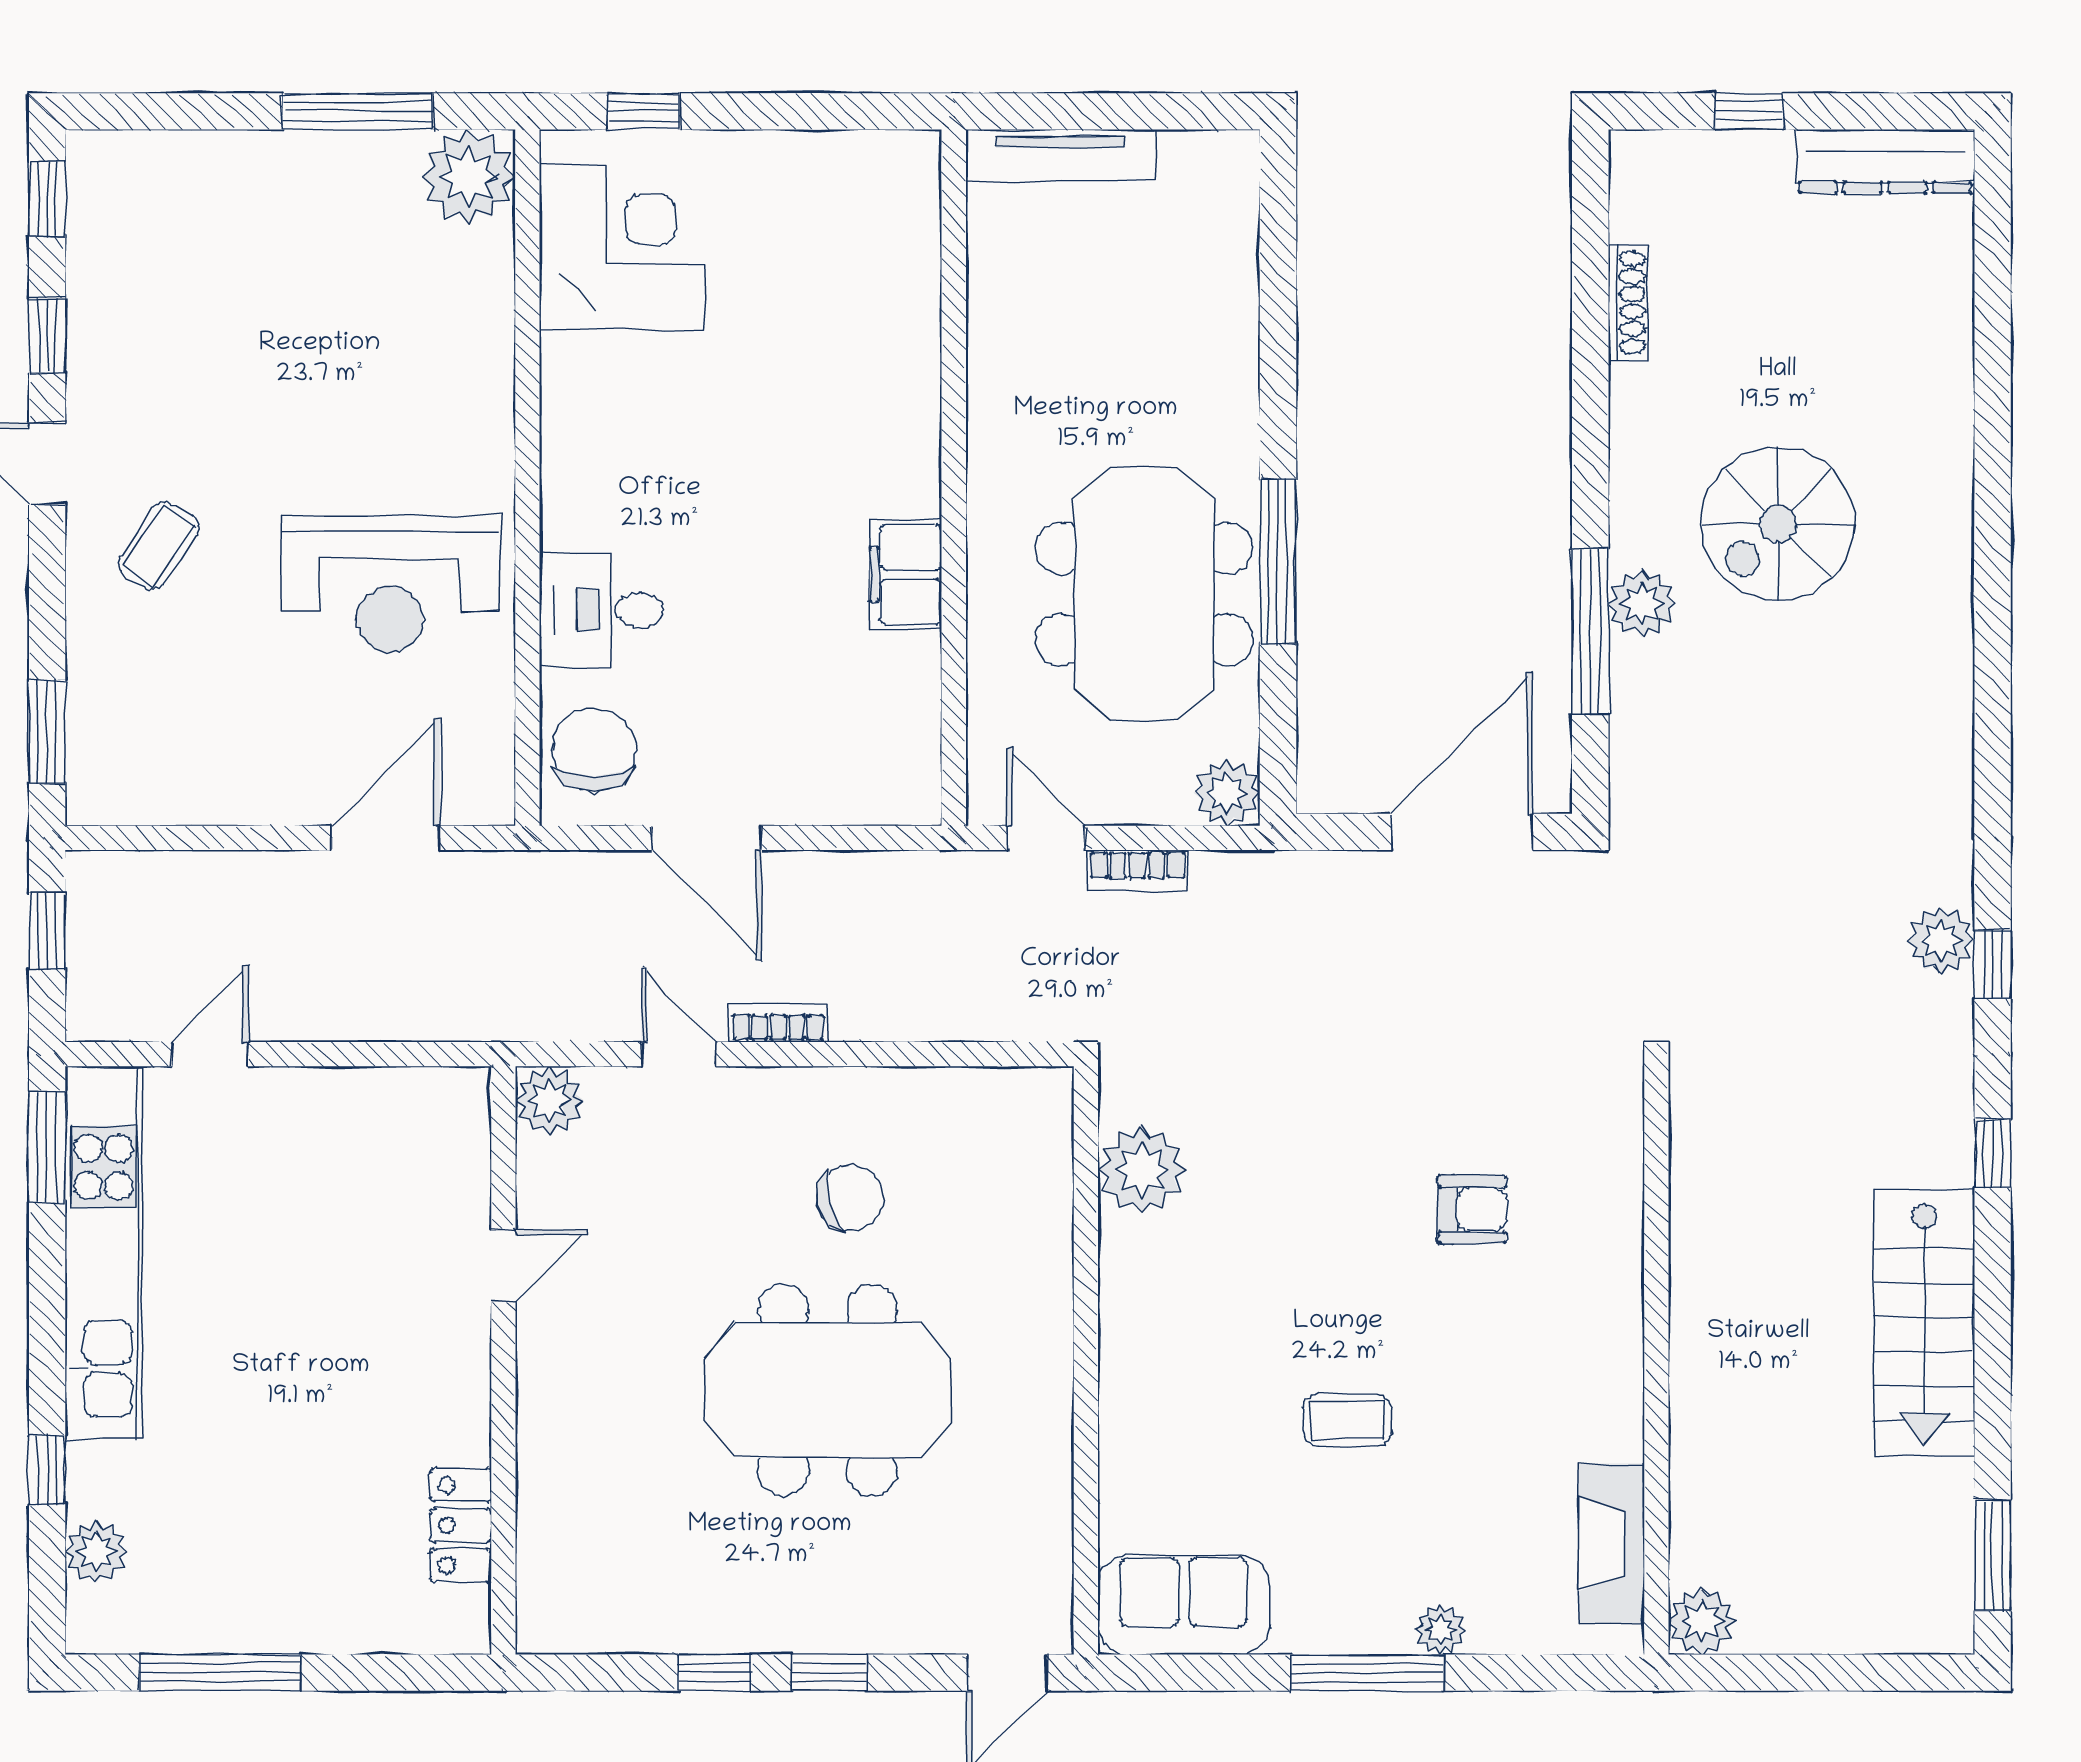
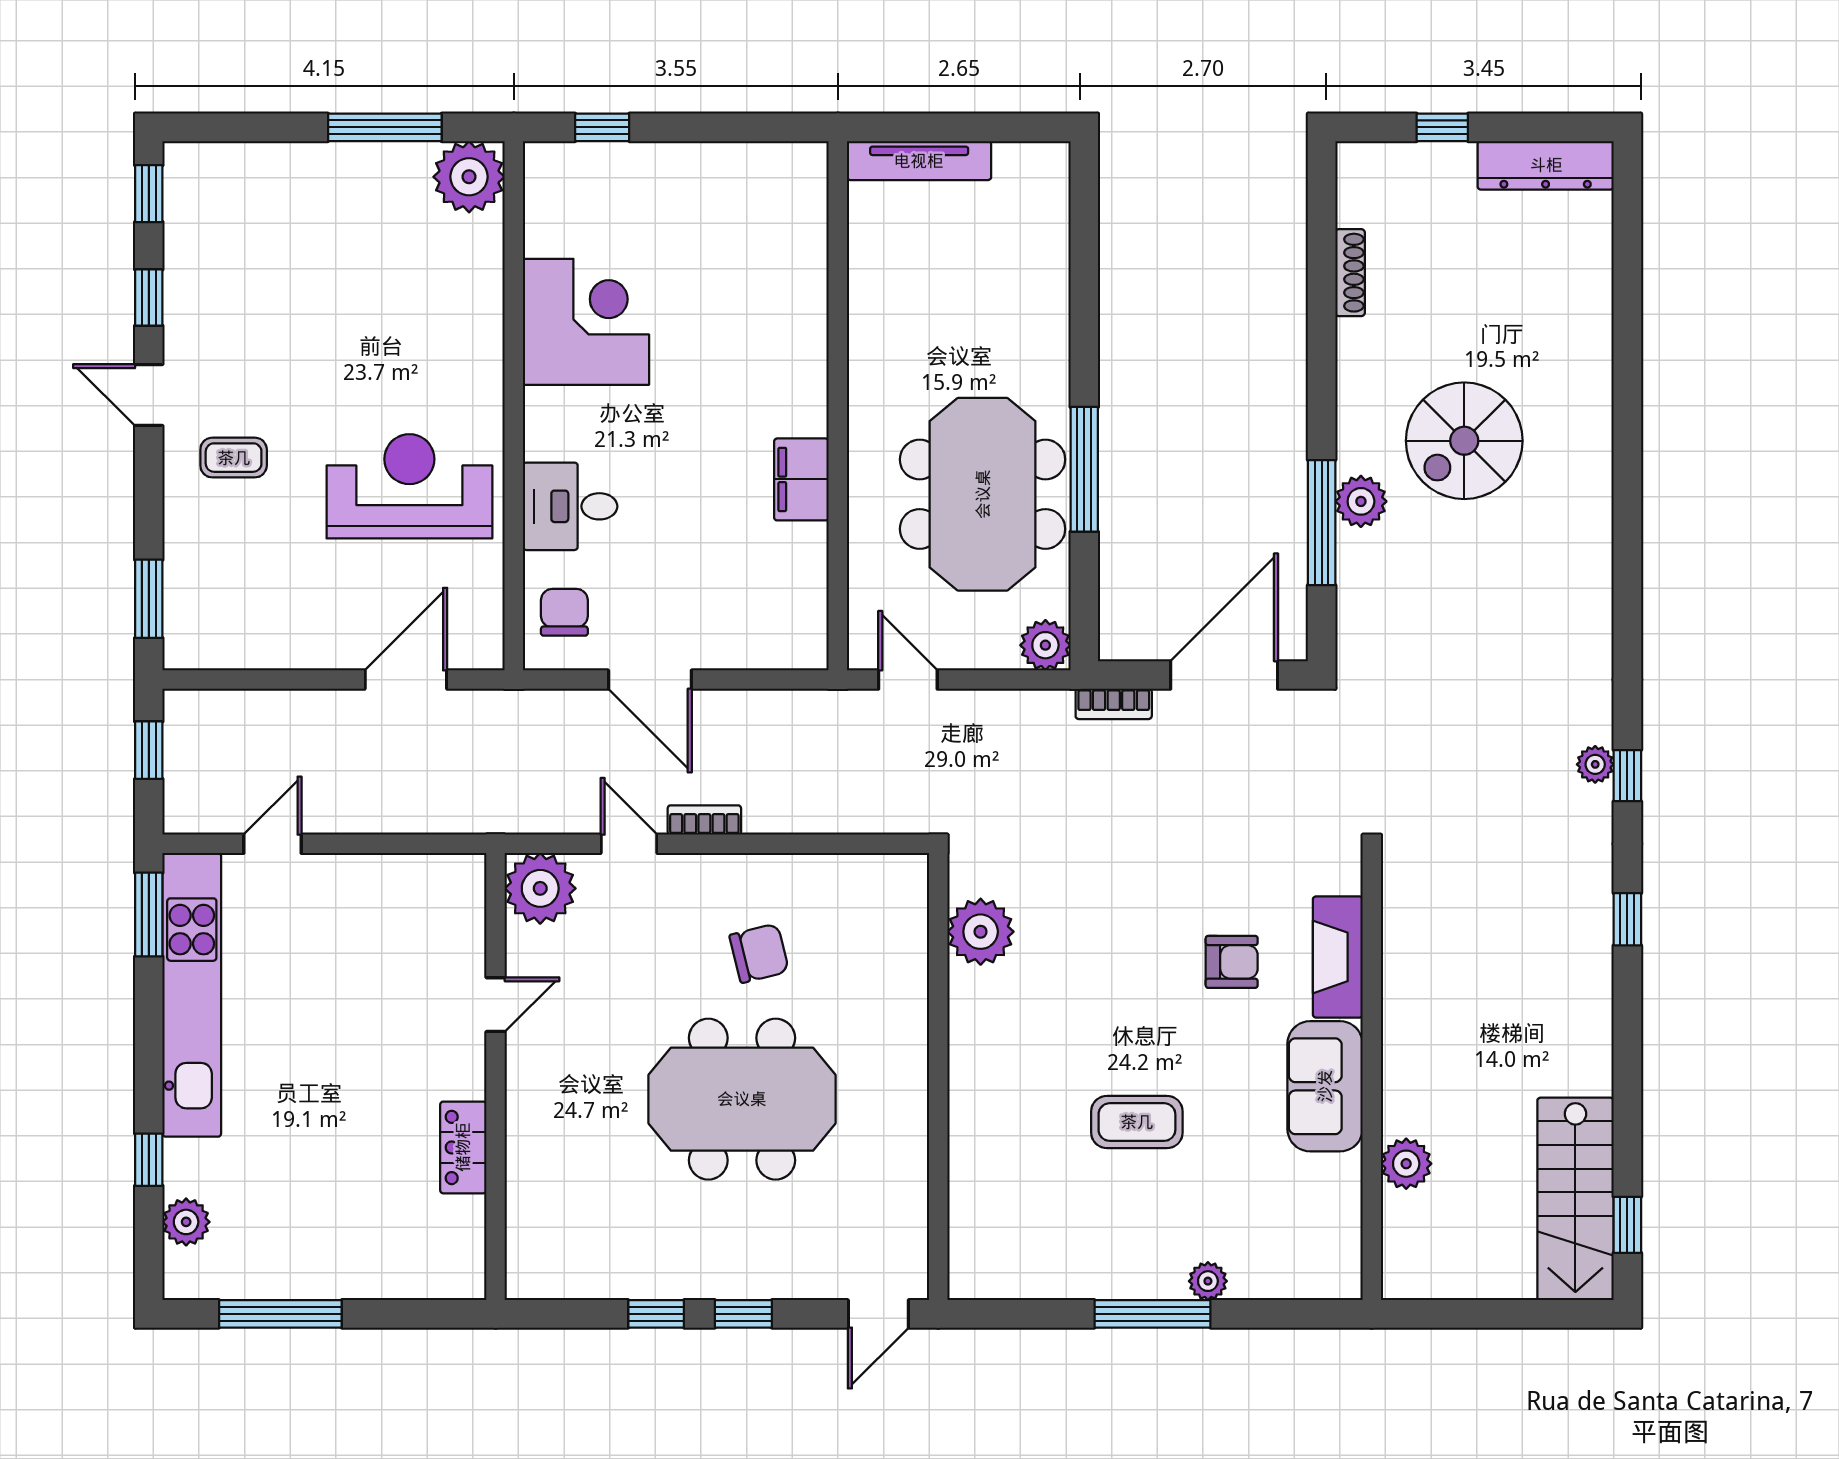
corner desk: (622, 248) -> (586, 322), moved
coffee table: (159, 546) -> (234, 458), turned 56
reception desk: (390, 584) -> (409, 486), turned 180
chair: (594, 750) -> (564, 612), width x0.73, depth x0.73
bookcase: (1137, 870) -> (1114, 704), moved
plant: (1941, 941) -> (1595, 764), width x0.73, depth x0.73
plant: (550, 1100) -> (540, 888), width x1.36, depth x1.36
stairs: (1924, 1323) -> (1575, 1199), moved
coffee table: (1347, 1420) -> (1137, 1122), width x1.36, depth x1.30
locker: (461, 1525) -> (463, 1147), moved
fireplace: (1612, 1543) -> (1338, 957), moved
window: (1993, 1555) -> (1627, 1225), width x0.67
sofa: (1183, 1605) -> (1325, 1086), moved, turned -90
plant: (1702, 1621) -> (1406, 1164), moved

